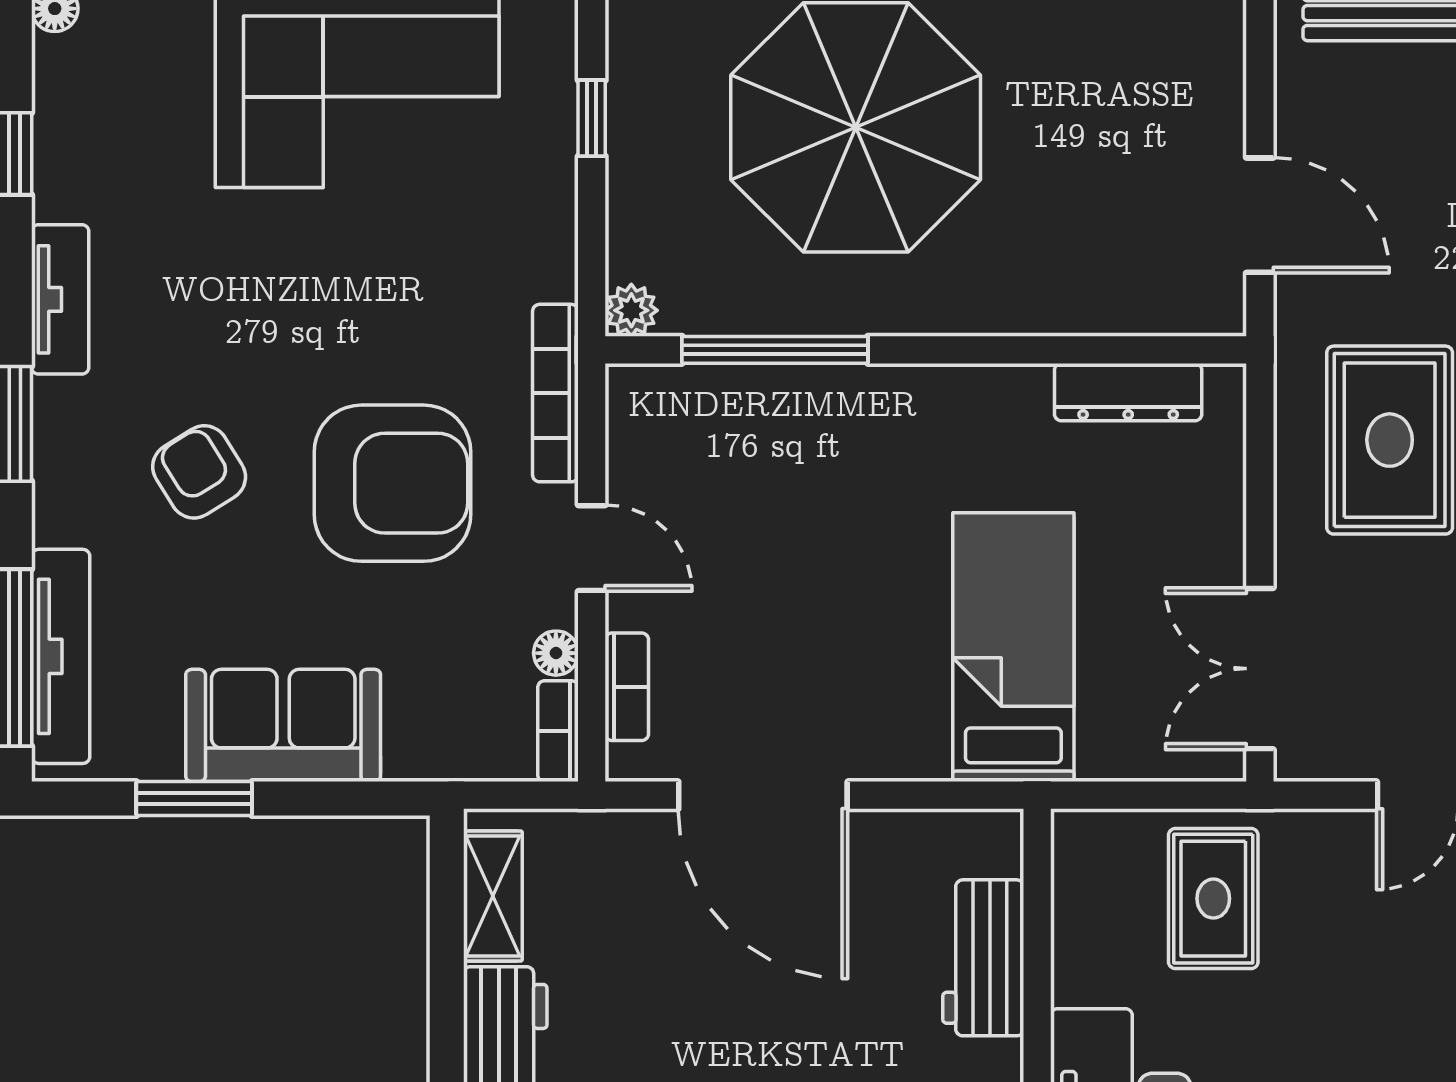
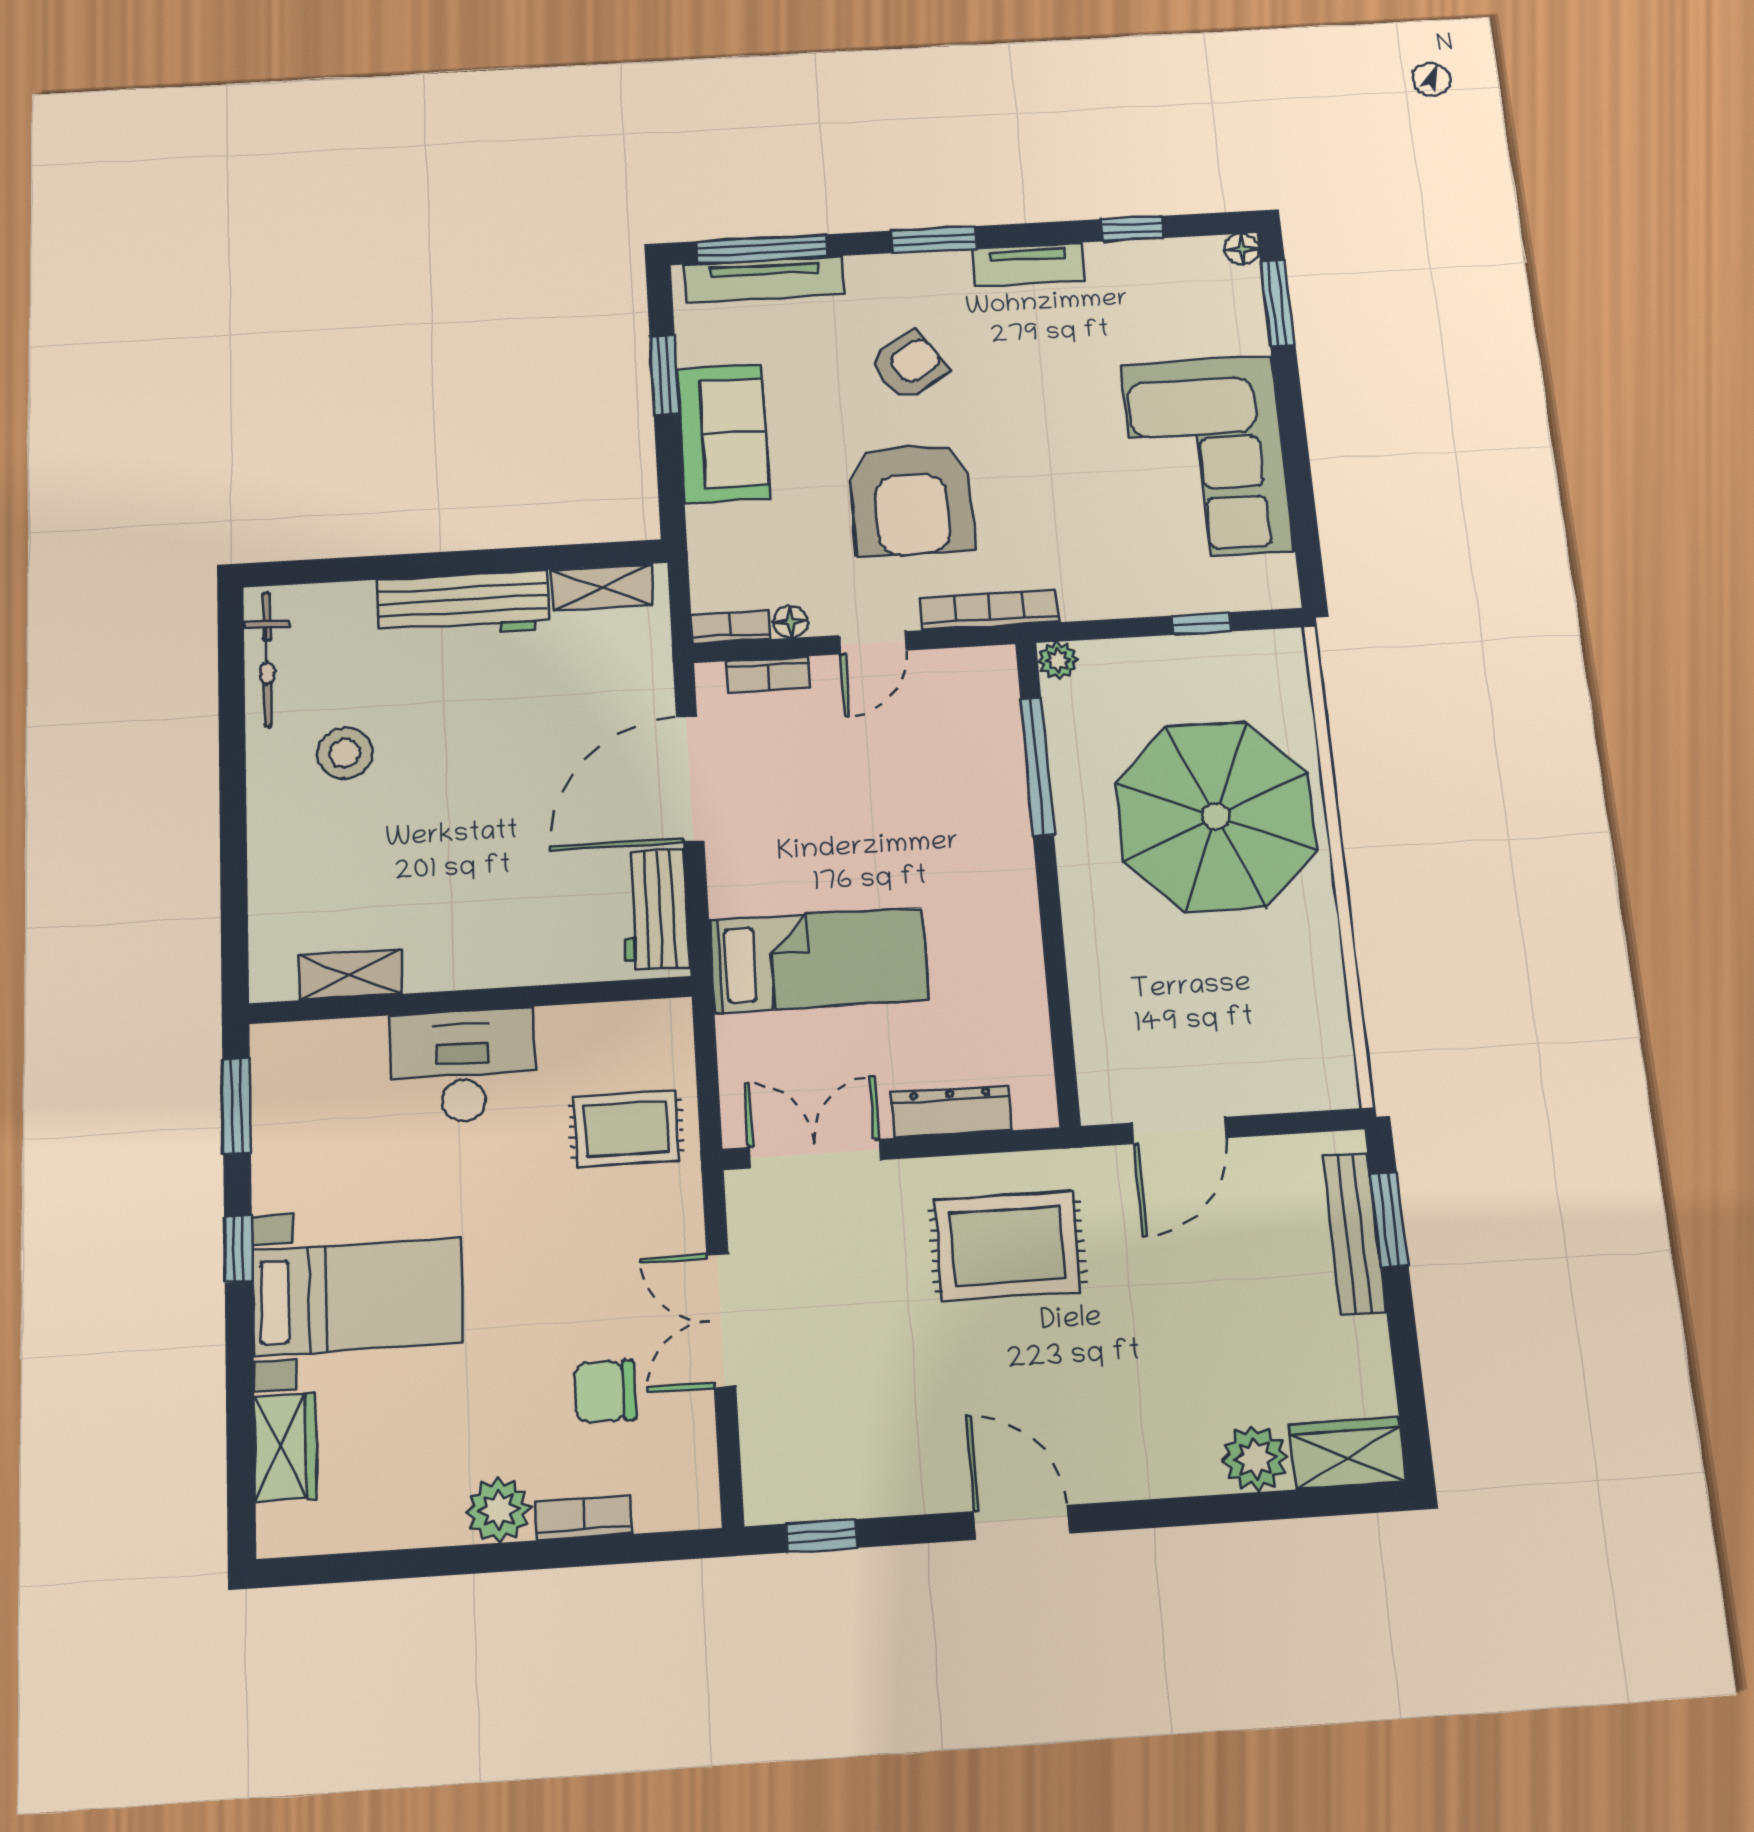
dresser: (1128, 392) -> (951, 1111), moved, turned 90
workbench: (983, 958) -> (655, 910), moved, turned -90

